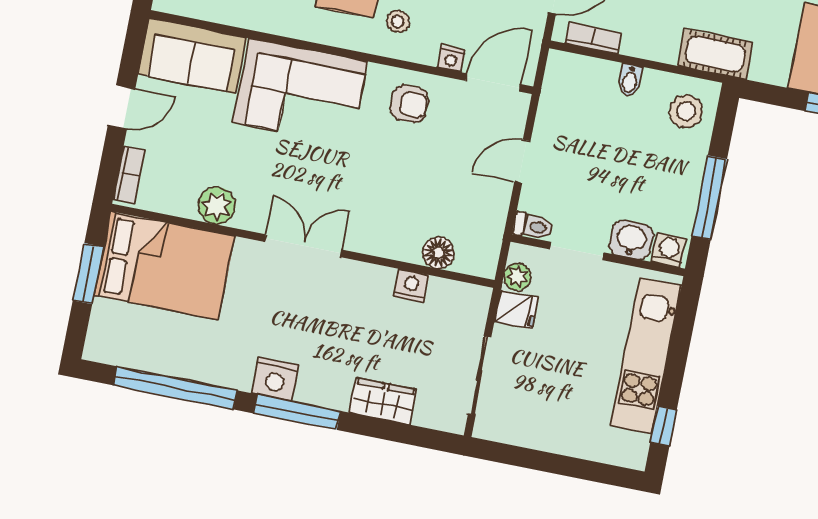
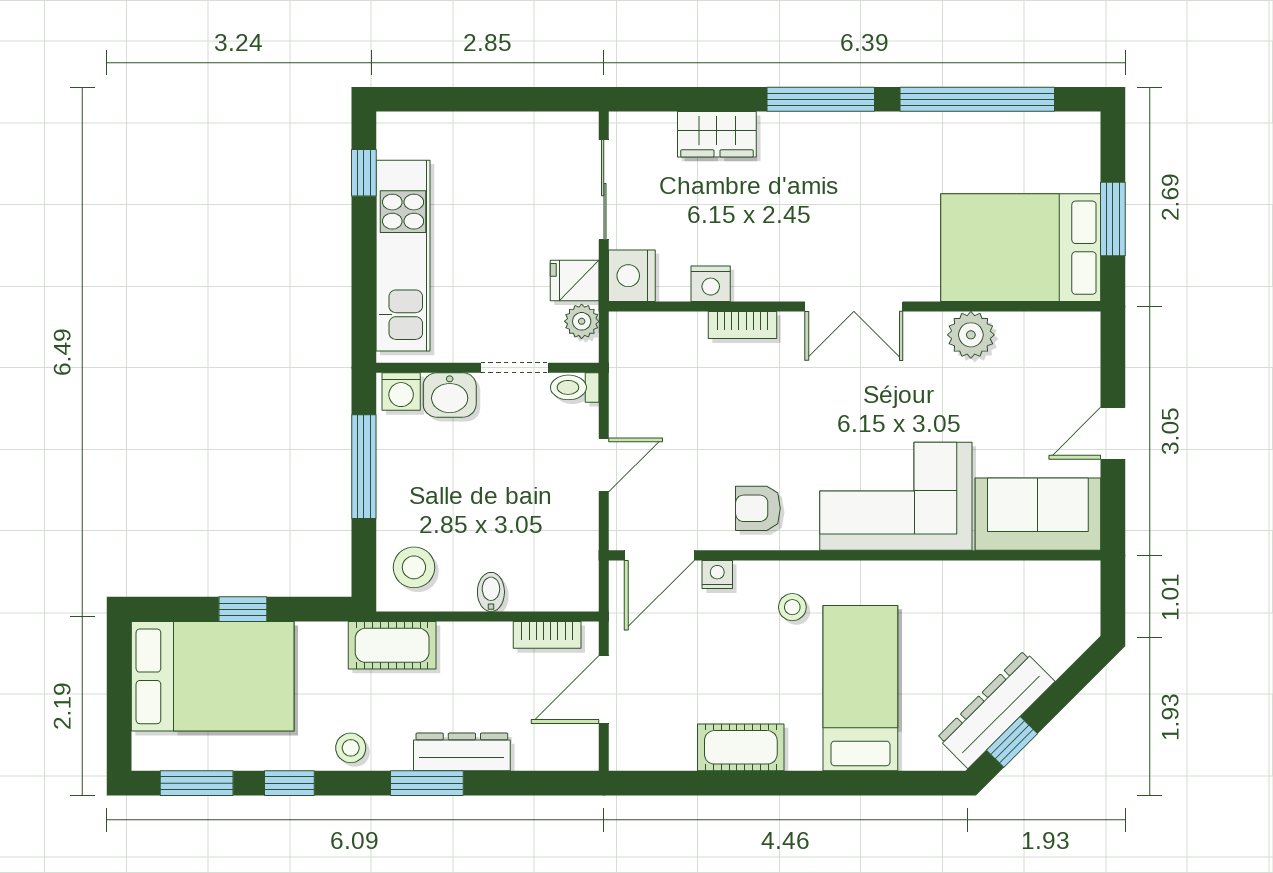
bookcase: (129, 175) -> (743, 325), moved, turned -90
floor lamp: (438, 253) -> (685, 331), removed
nightstand: (275, 379) -> (632, 276), moved, turned -90

